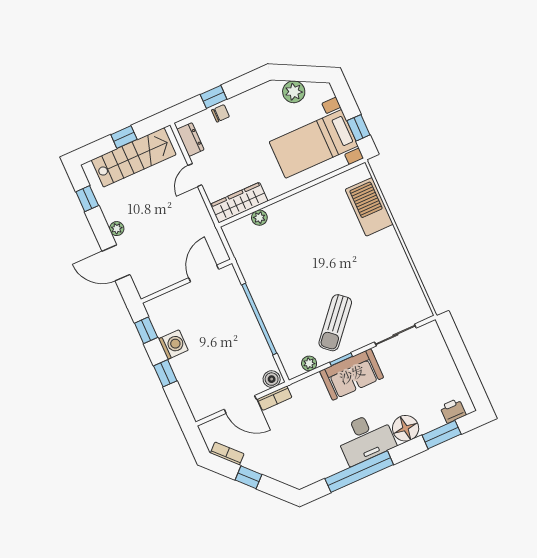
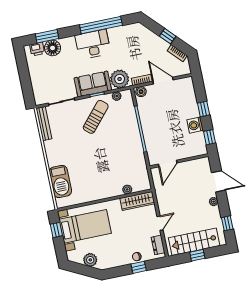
bench: (416, 294) -> (44, 124), added
plant: (310, 392) -> (120, 79), added
floor lamp: (406, 428) -> (53, 48), moved

